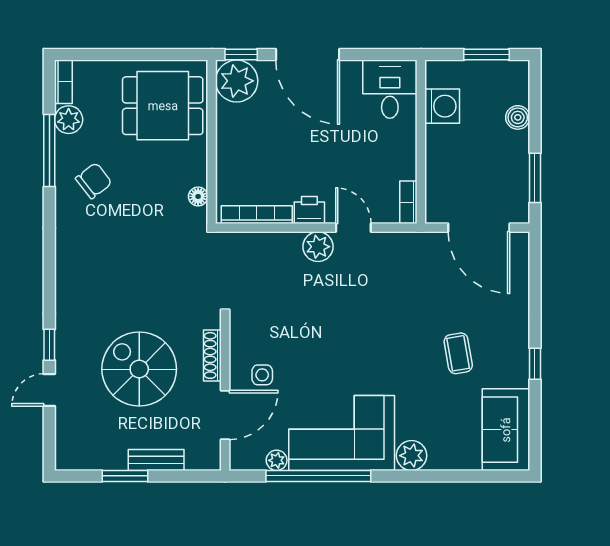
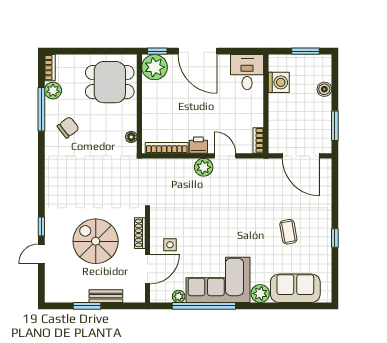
sofa: (506, 430) -> (295, 288), moved, turned 90

